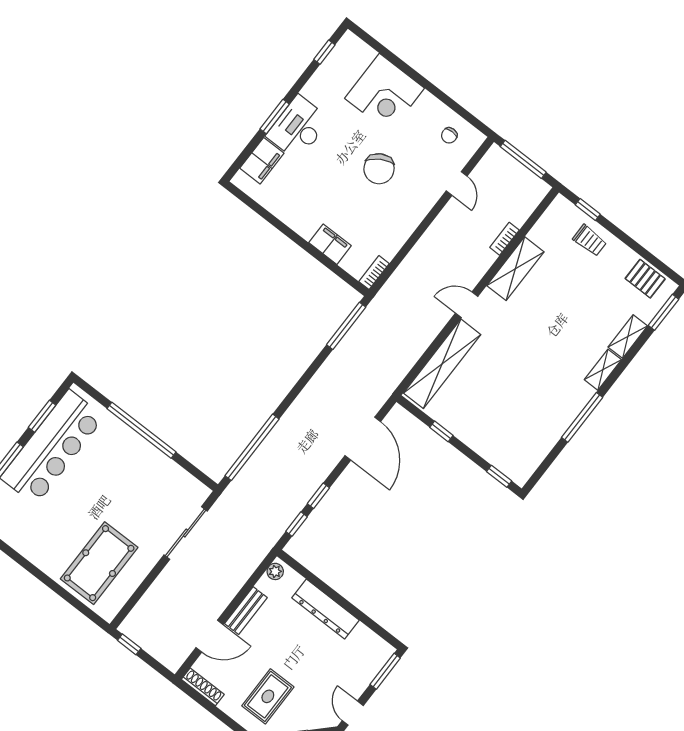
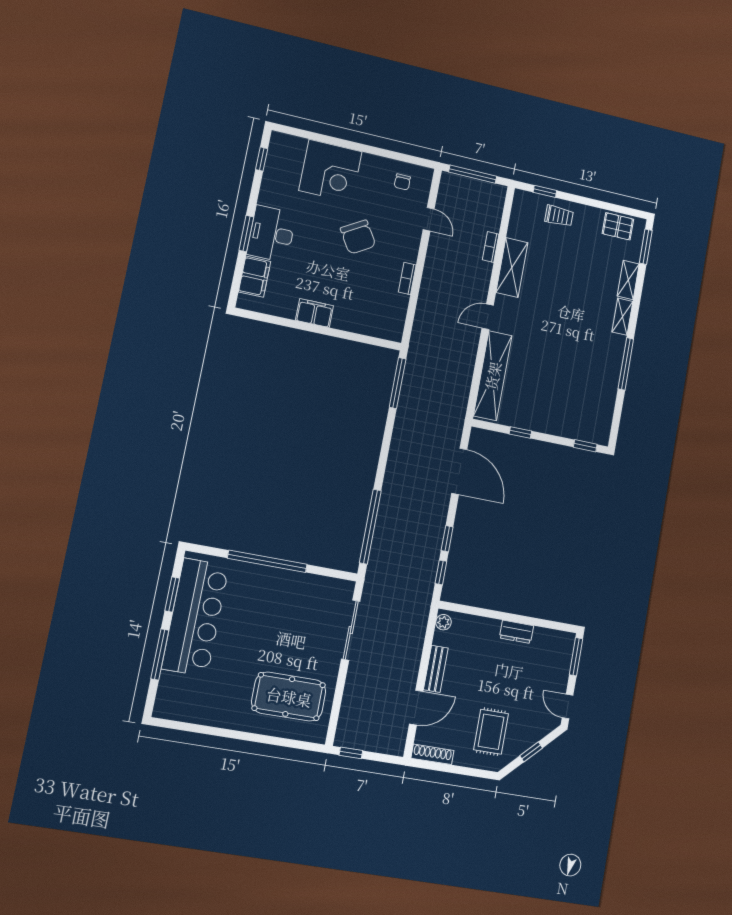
filing cabinet: (330, 244) -> (314, 313), moved
bookcase: (374, 273) -> (407, 279), moved
pool table: (99, 563) -> (289, 697), turned 90
dresser: (325, 609) -> (517, 632), width x0.51, depth x0.80

